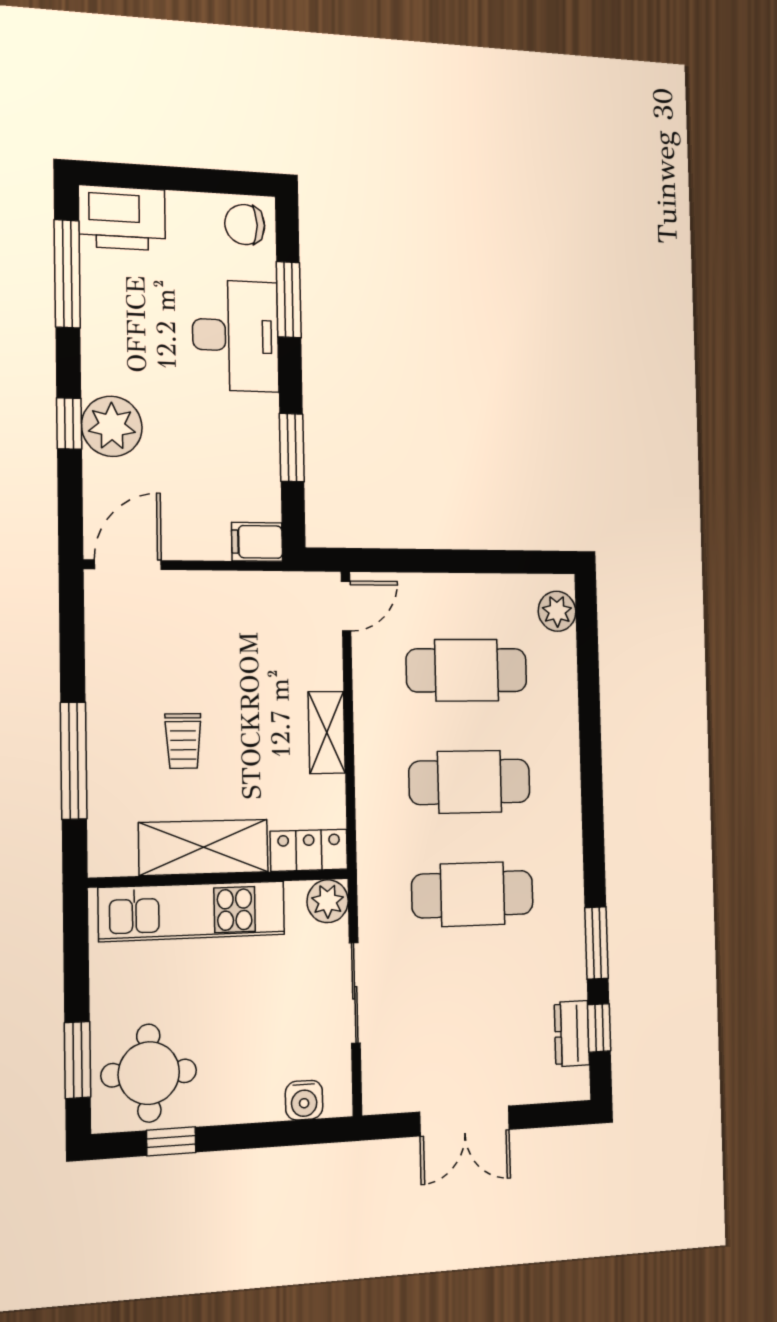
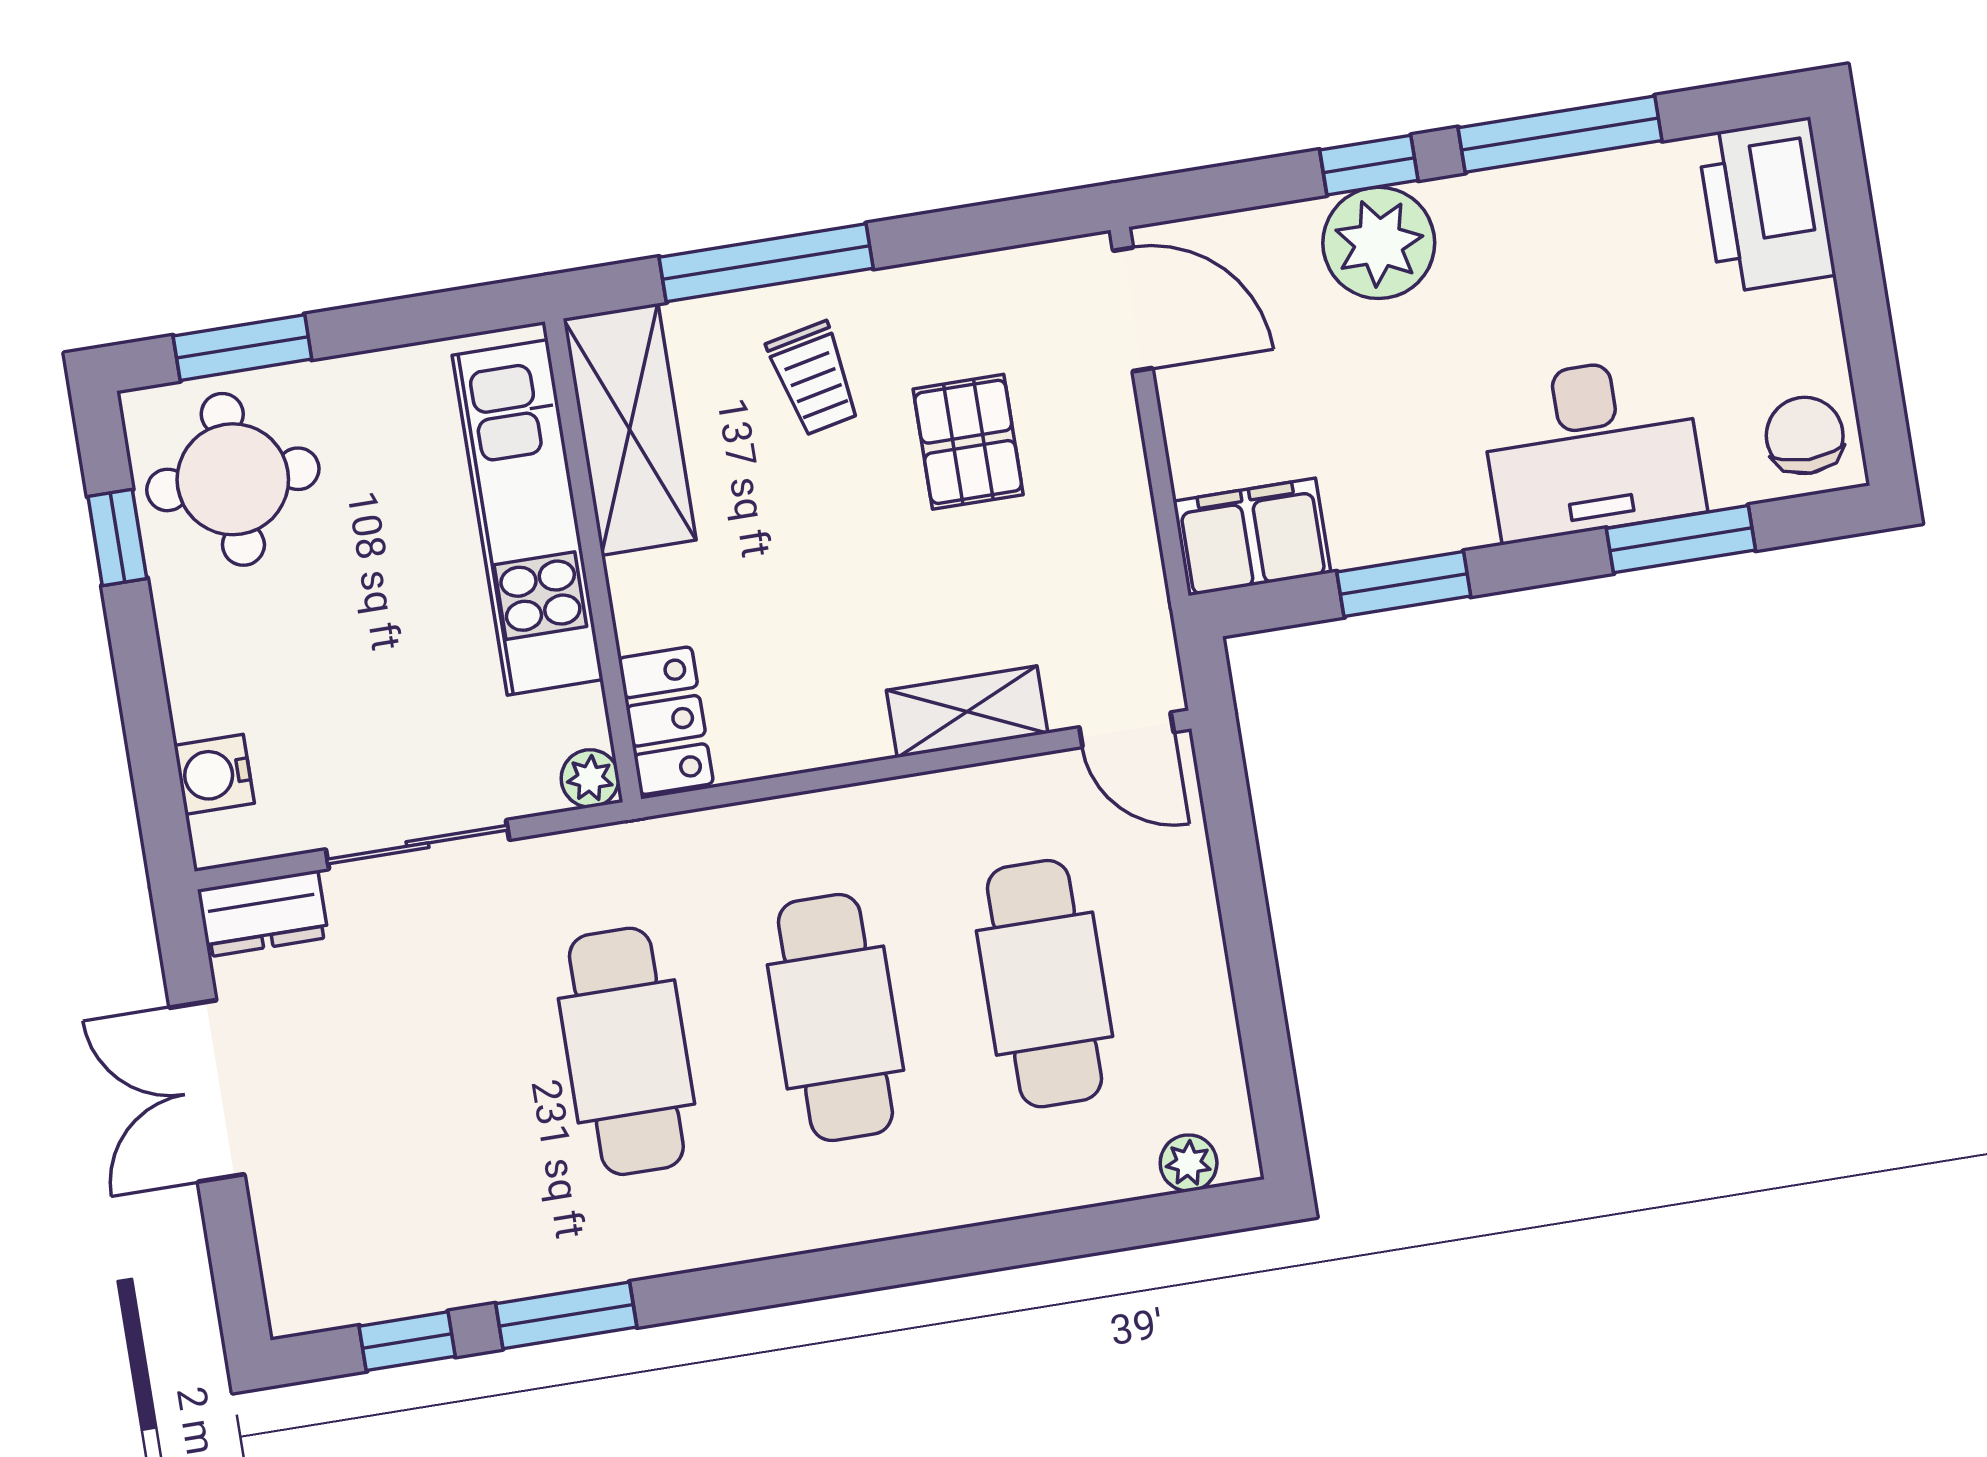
window: (67, 274) -> (1560, 134), moved
filing cabinet: (257, 542) -> (1252, 537), width x2.00
plant: (557, 611) -> (1189, 1163), width x0.73, depth x0.73
pallet: (186, 665) -> (968, 442), added
shelving: (327, 732) -> (967, 712), moved
trolley: (183, 741) -> (814, 378), moved, turned -102
shelving: (204, 847) -> (630, 429), moved
plant: (328, 901) -> (590, 778), width x0.73, depth x0.73
dresser: (572, 1034) -> (263, 914), moved, turned 180

